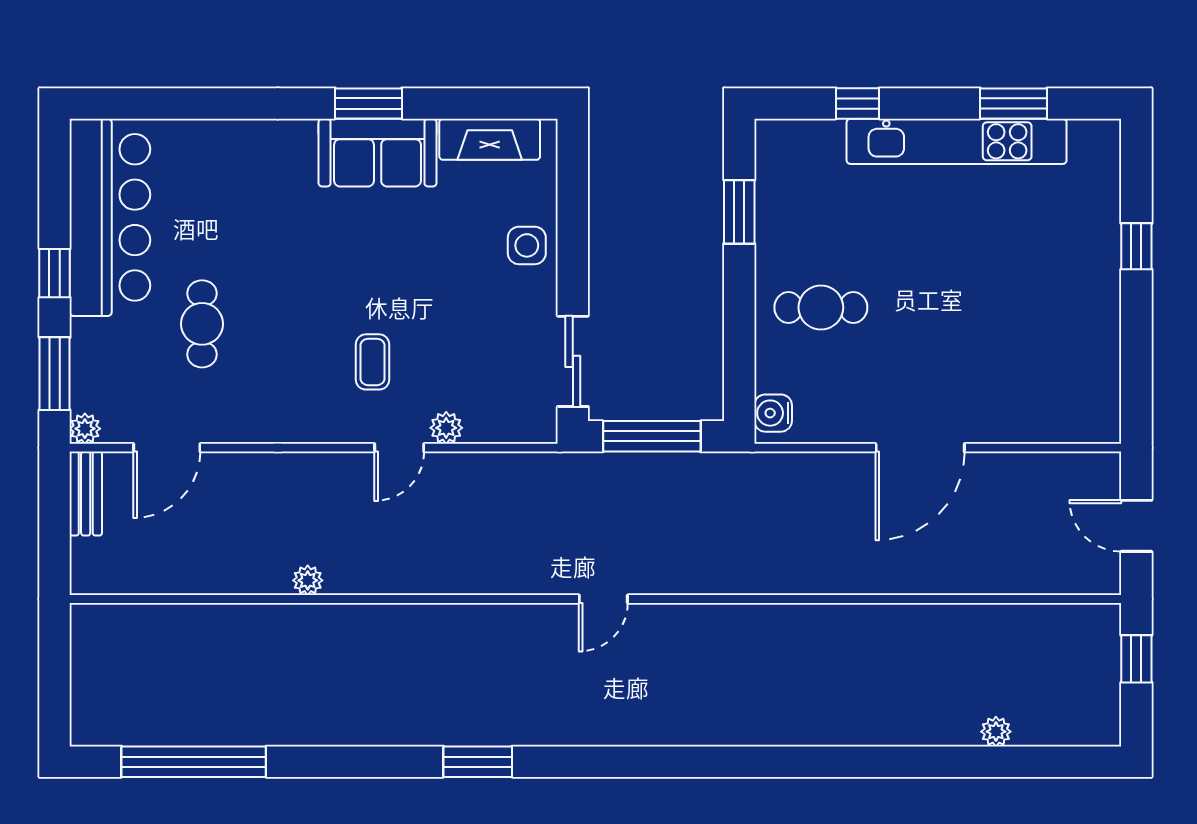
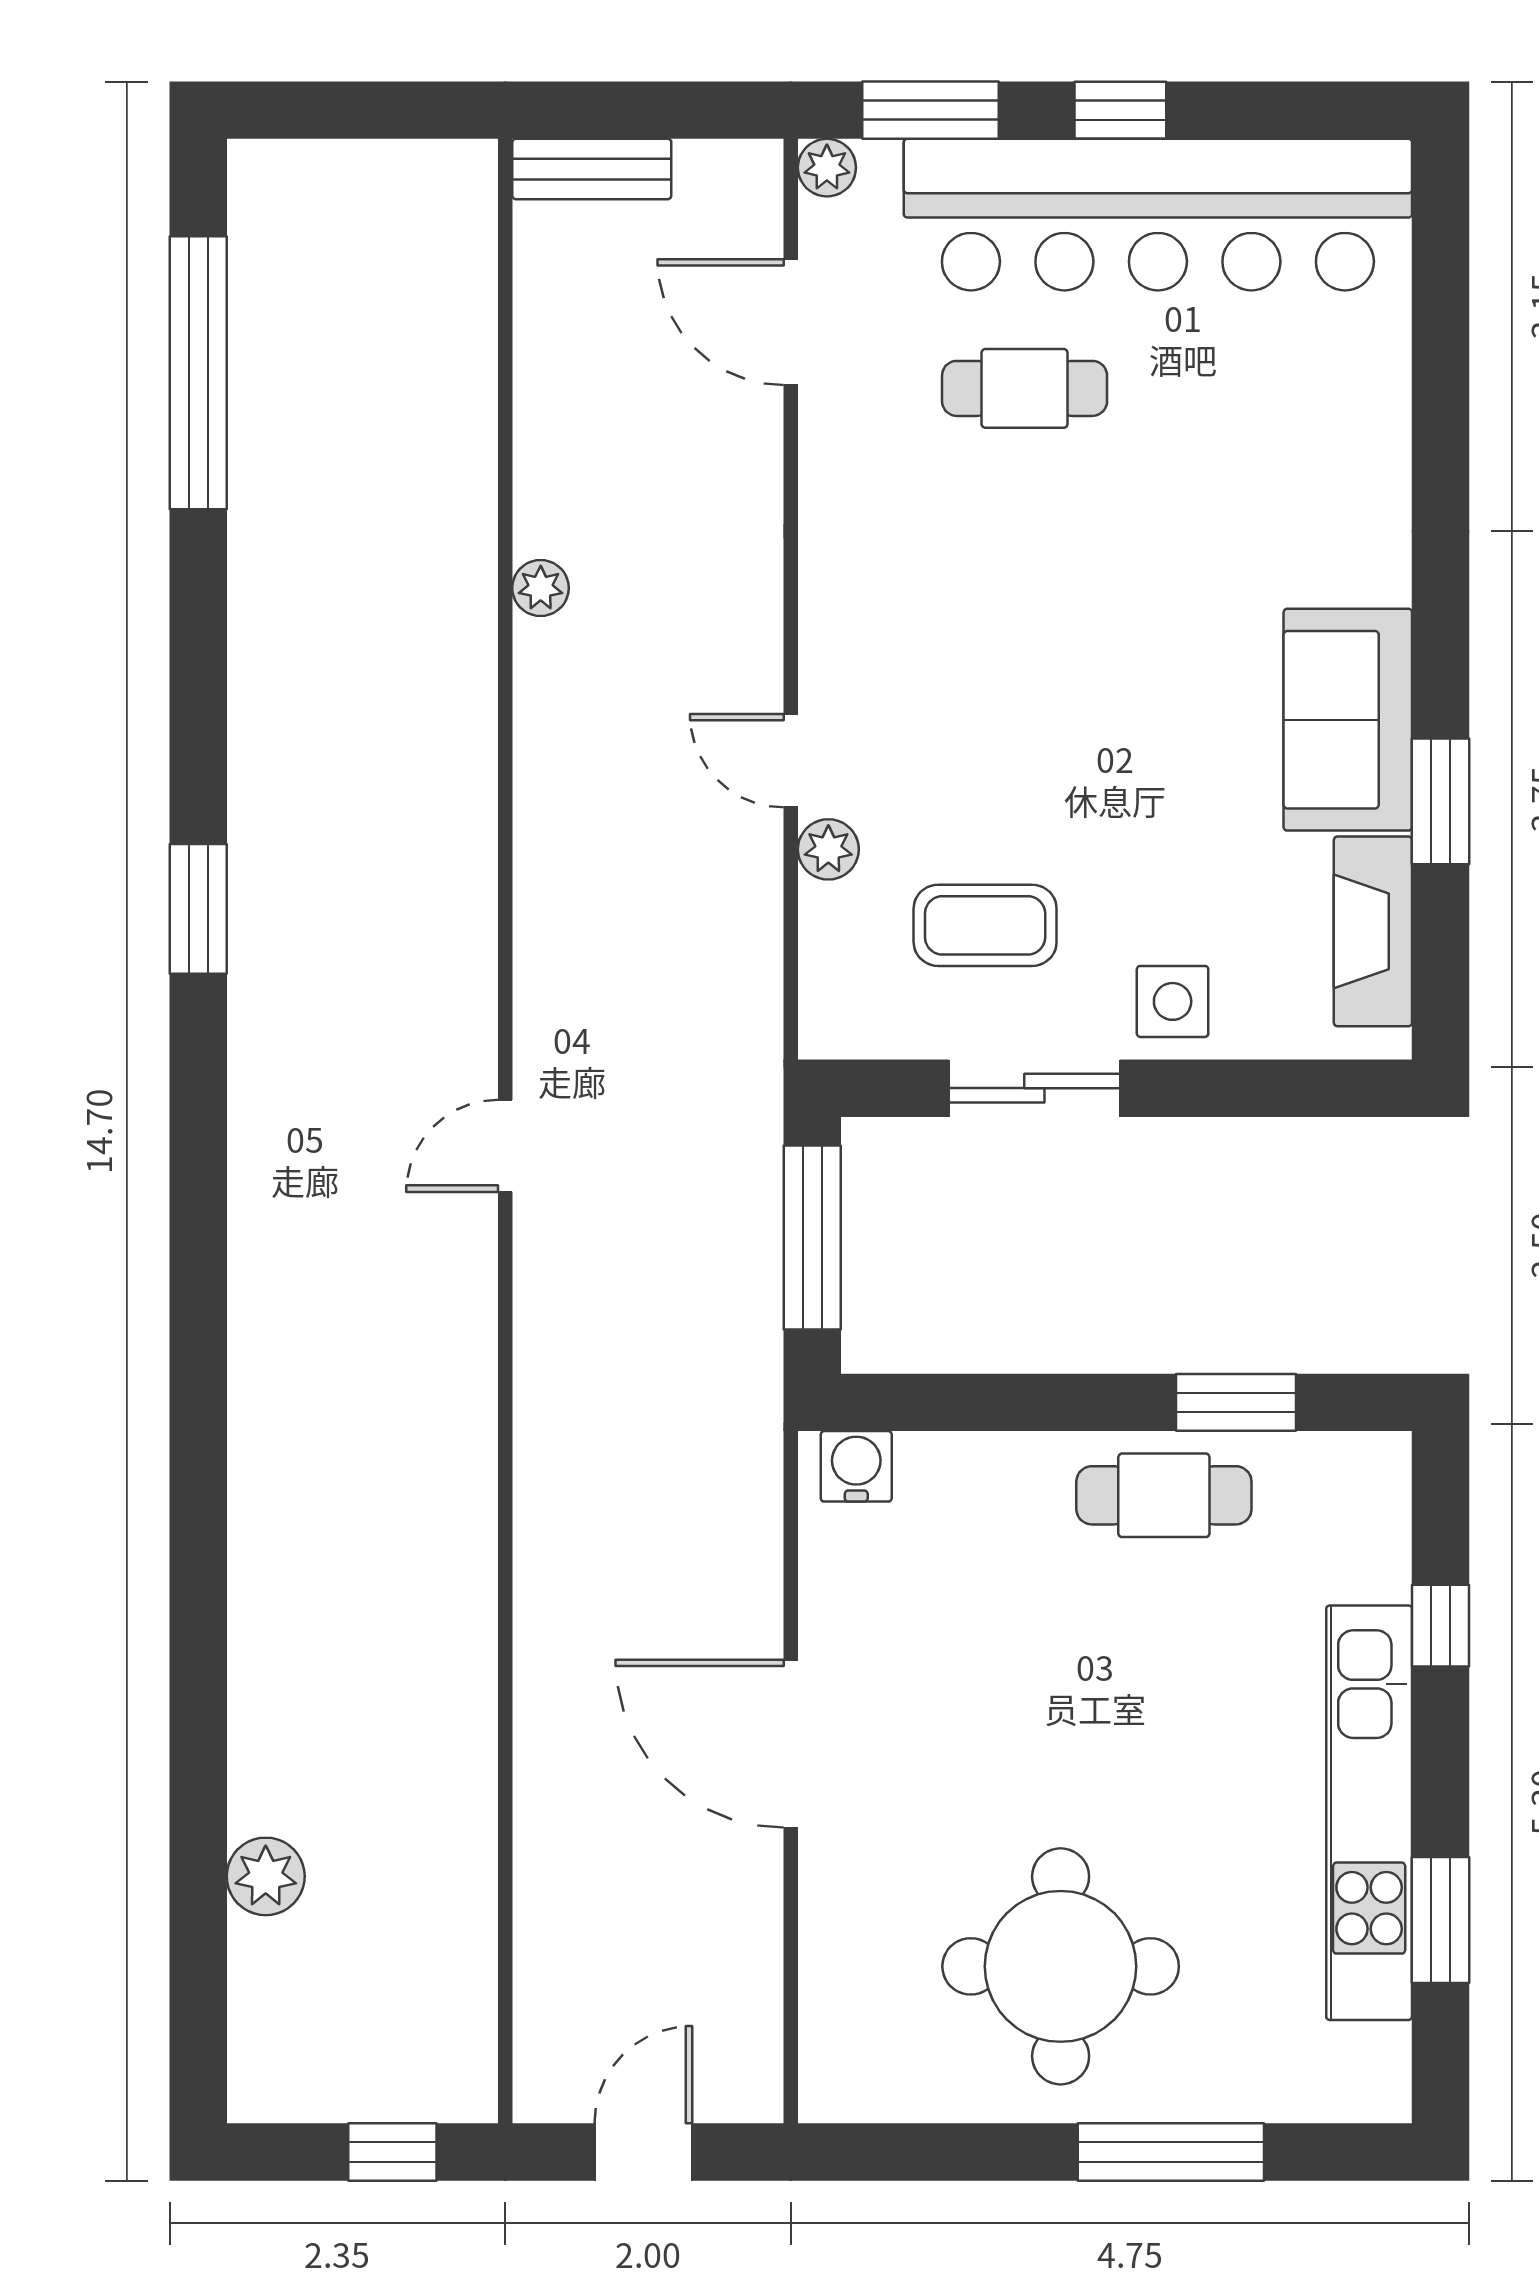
window: (368, 103) -> (1441, 801), moved
bar counter: (110, 217) -> (1158, 215), width x1.36
window: (1136, 246) -> (1171, 2152), width x2.17
round table: (1038, 305) -> (1061, 1966), added
cafe table: (821, 308) -> (1164, 1495), moved, turned 90
sliding door: (573, 361) -> (1034, 1088), moved
coffee table: (372, 362) -> (985, 925), moved, width x1.36, depth x1.30
bench: (86, 494) -> (592, 169), moved
door: (603, 599) -> (505, 1146), hinge flipped
plant: (996, 732) -> (266, 1876), width x1.38, depth x1.38

